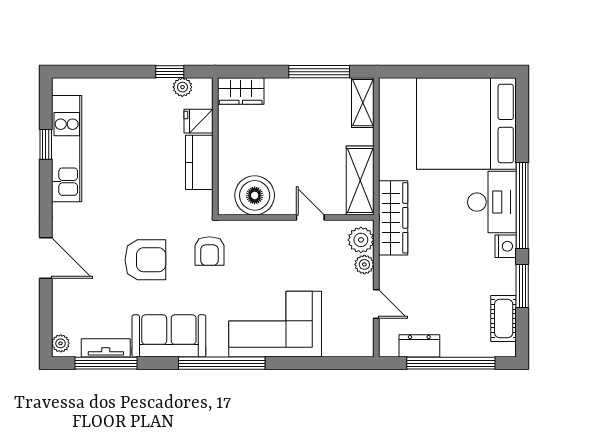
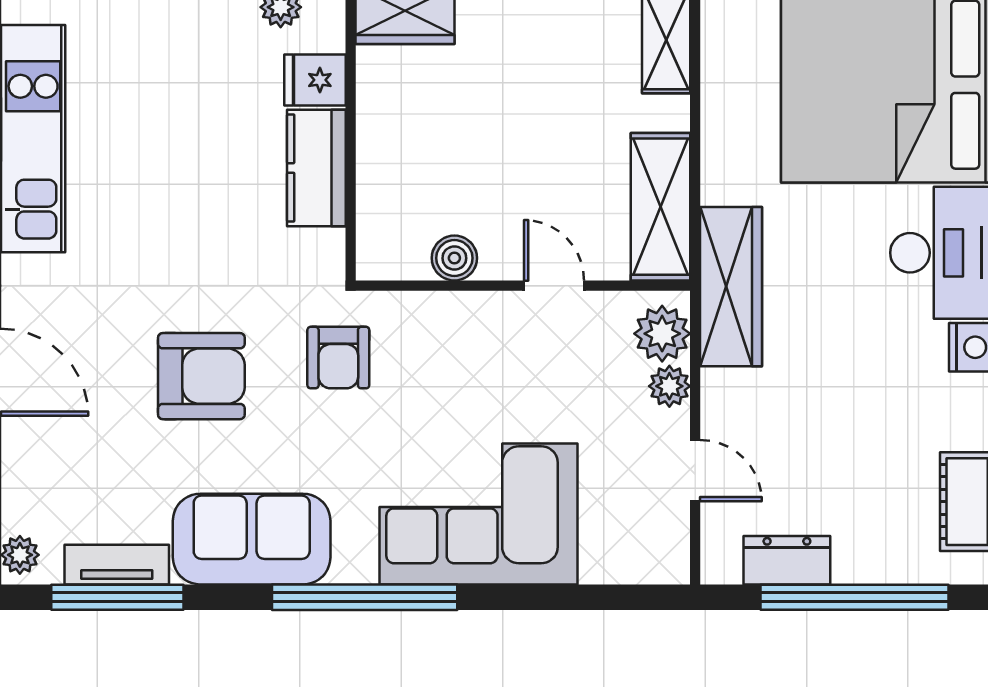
boiler: (255, 195) -> (454, 258), width x0.54, depth x0.54

